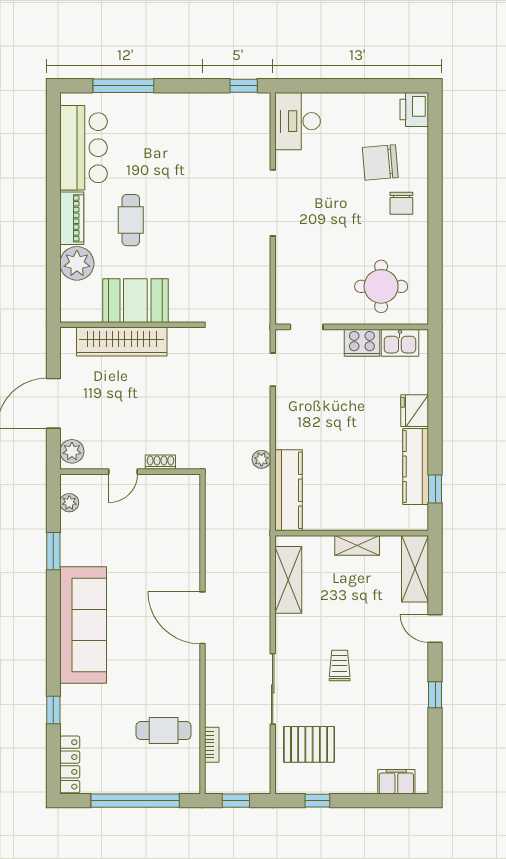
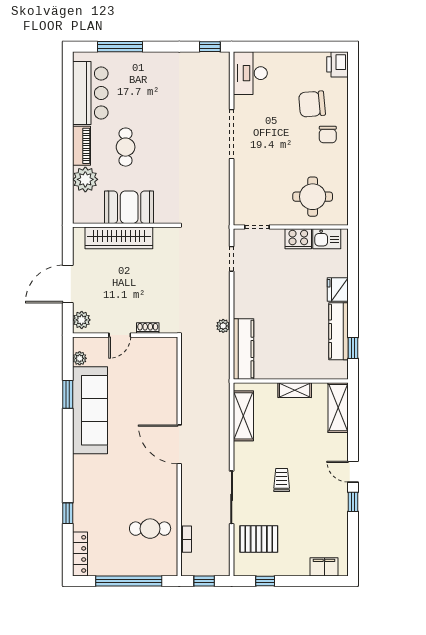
sofa: (83, 625) -> (90, 410), moved
door: (435, 628) -> (353, 472), moved

